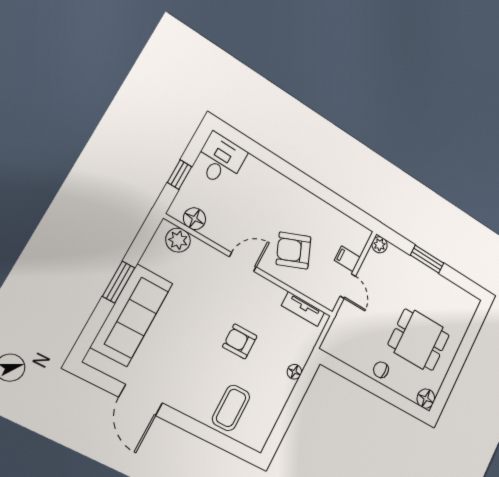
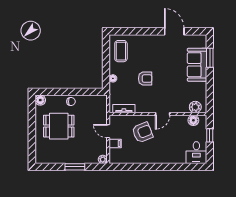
window: (119, 282) -> (210, 58), moved
sofa: (132, 315) -> (197, 65), width x0.73
coffee table: (231, 408) -> (121, 51), moved

